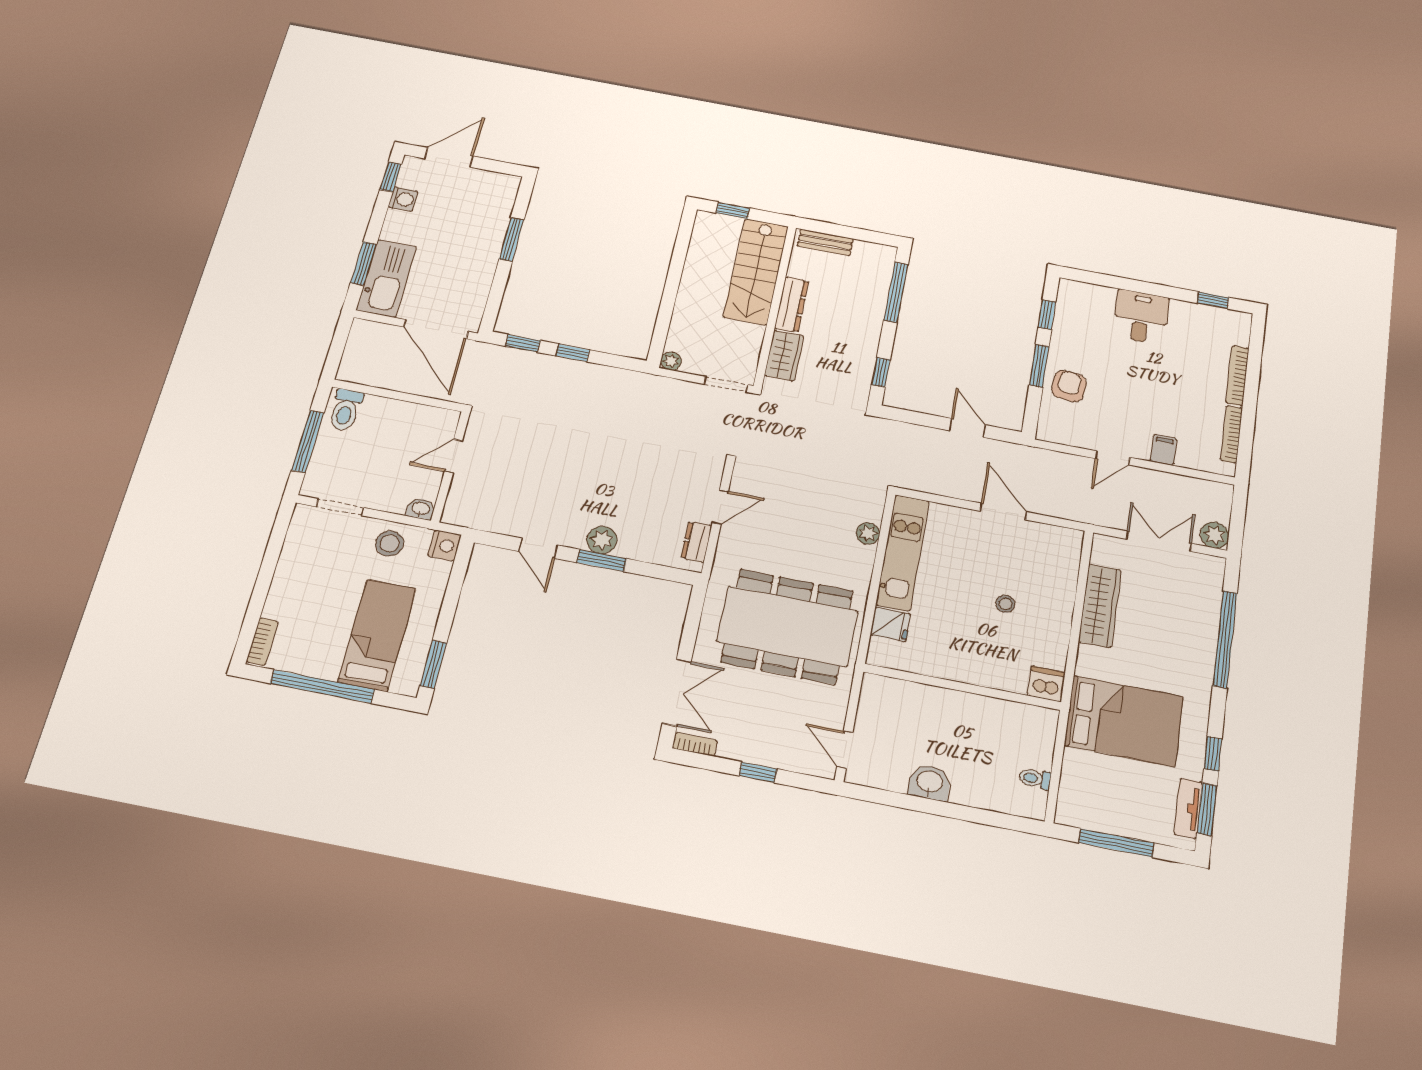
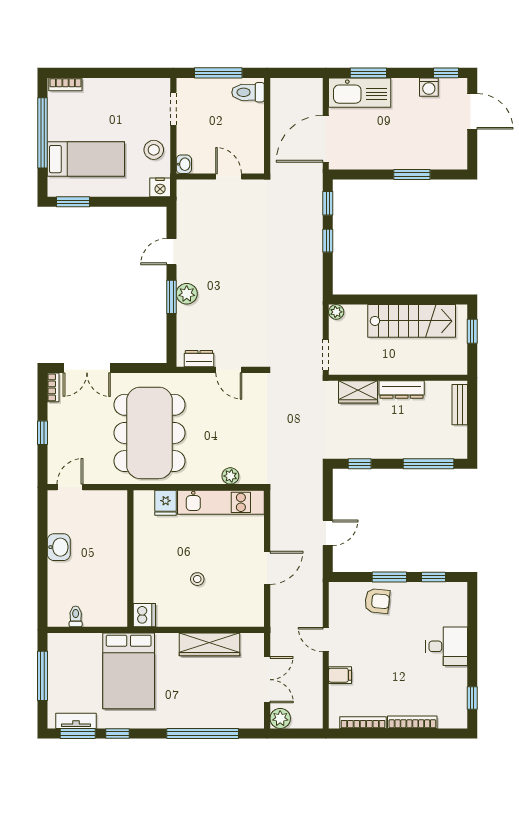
stairs: (756, 271) -> (412, 321), moved, turned 180

